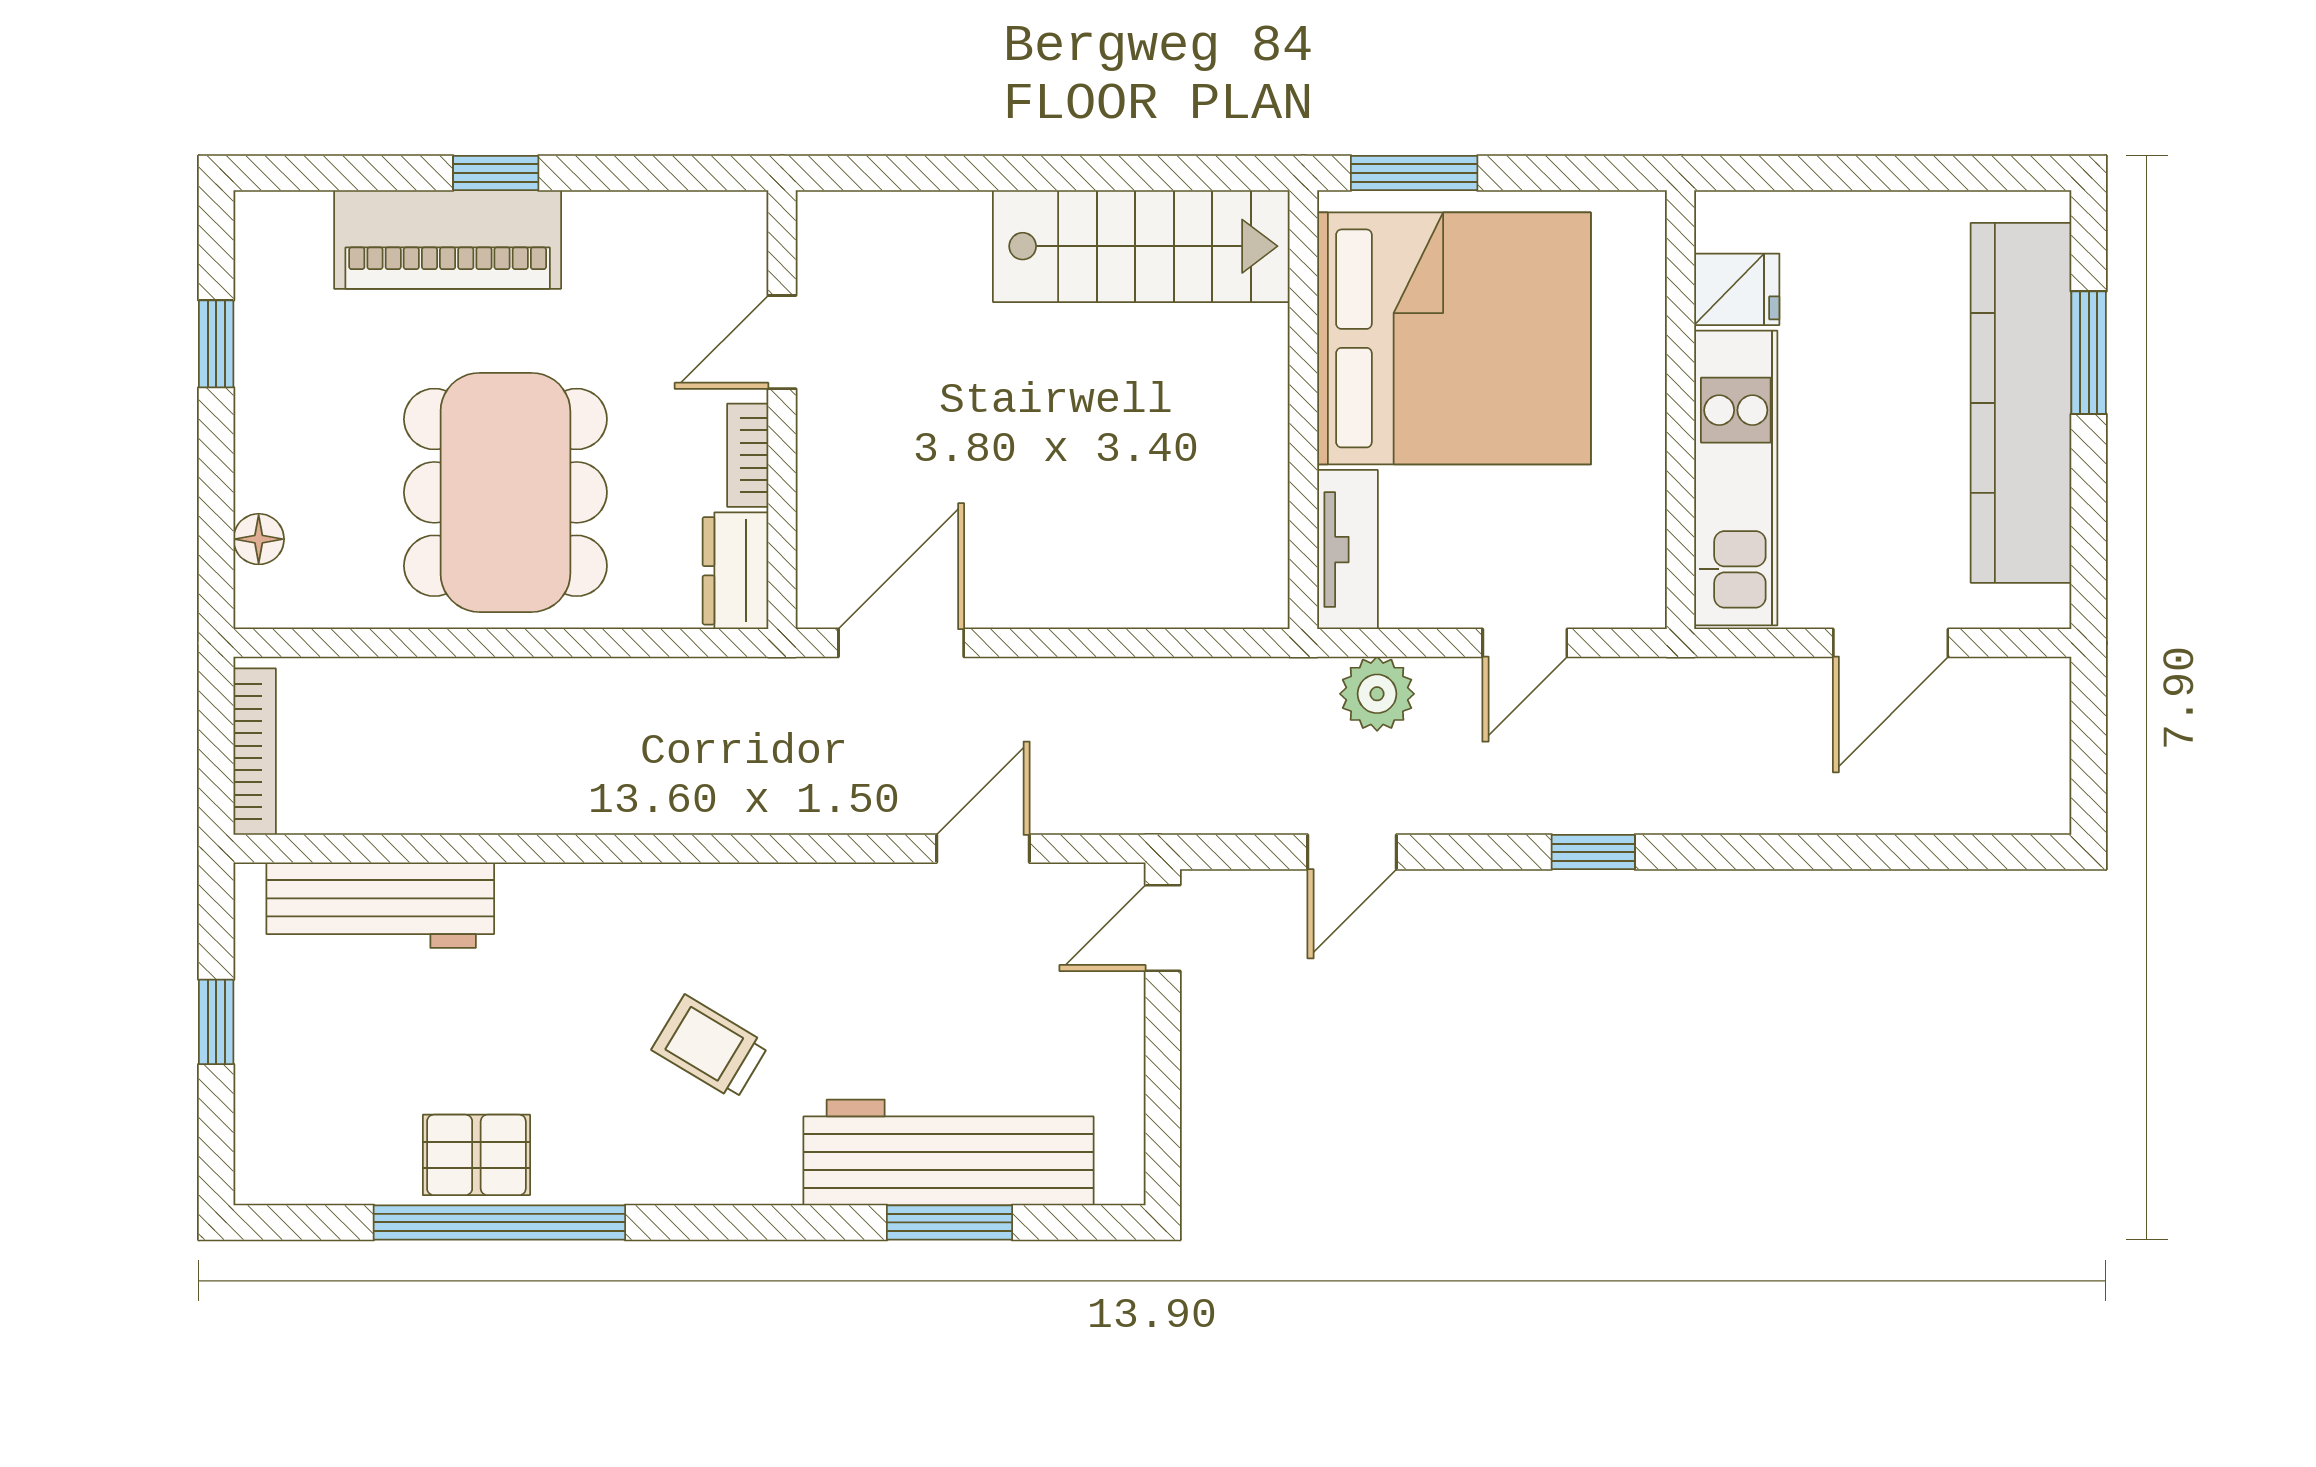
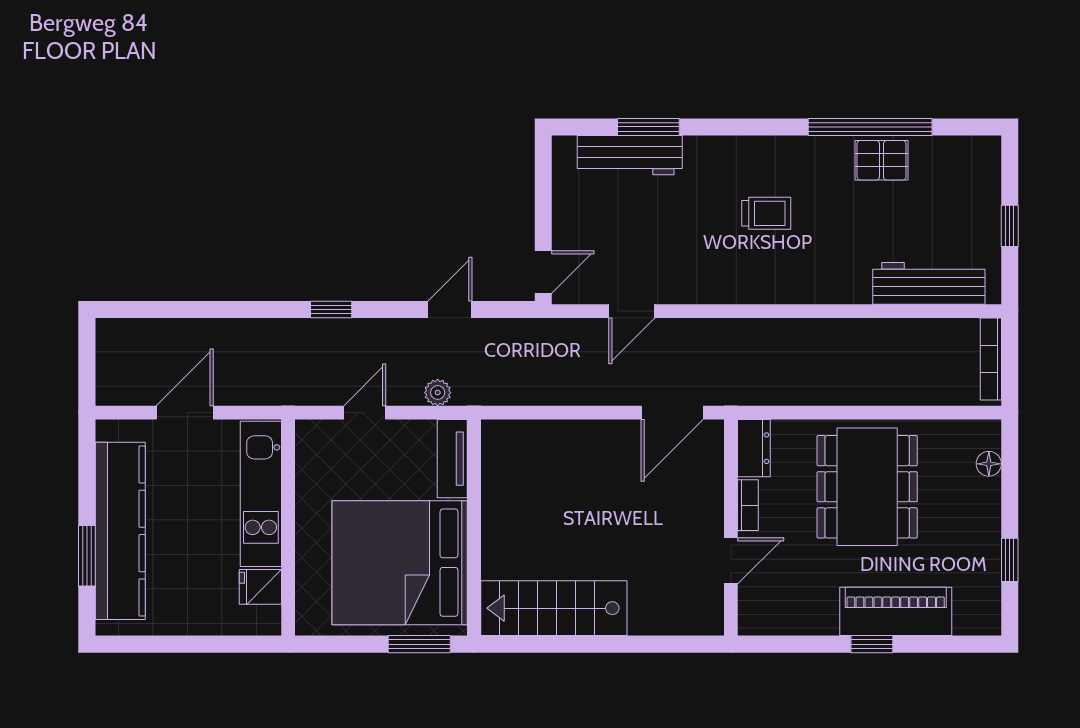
plant: (1377, 694) -> (438, 393), width x0.73, depth x0.73
trolley: (710, 1047) -> (766, 213), turned -31
workbench: (949, 1152) -> (630, 155), width x0.73, depth x0.76

